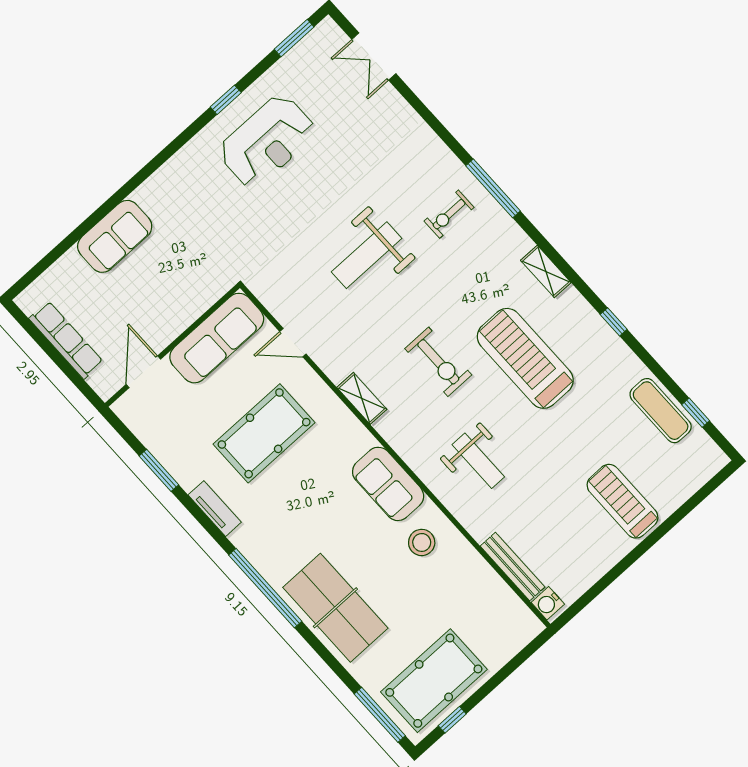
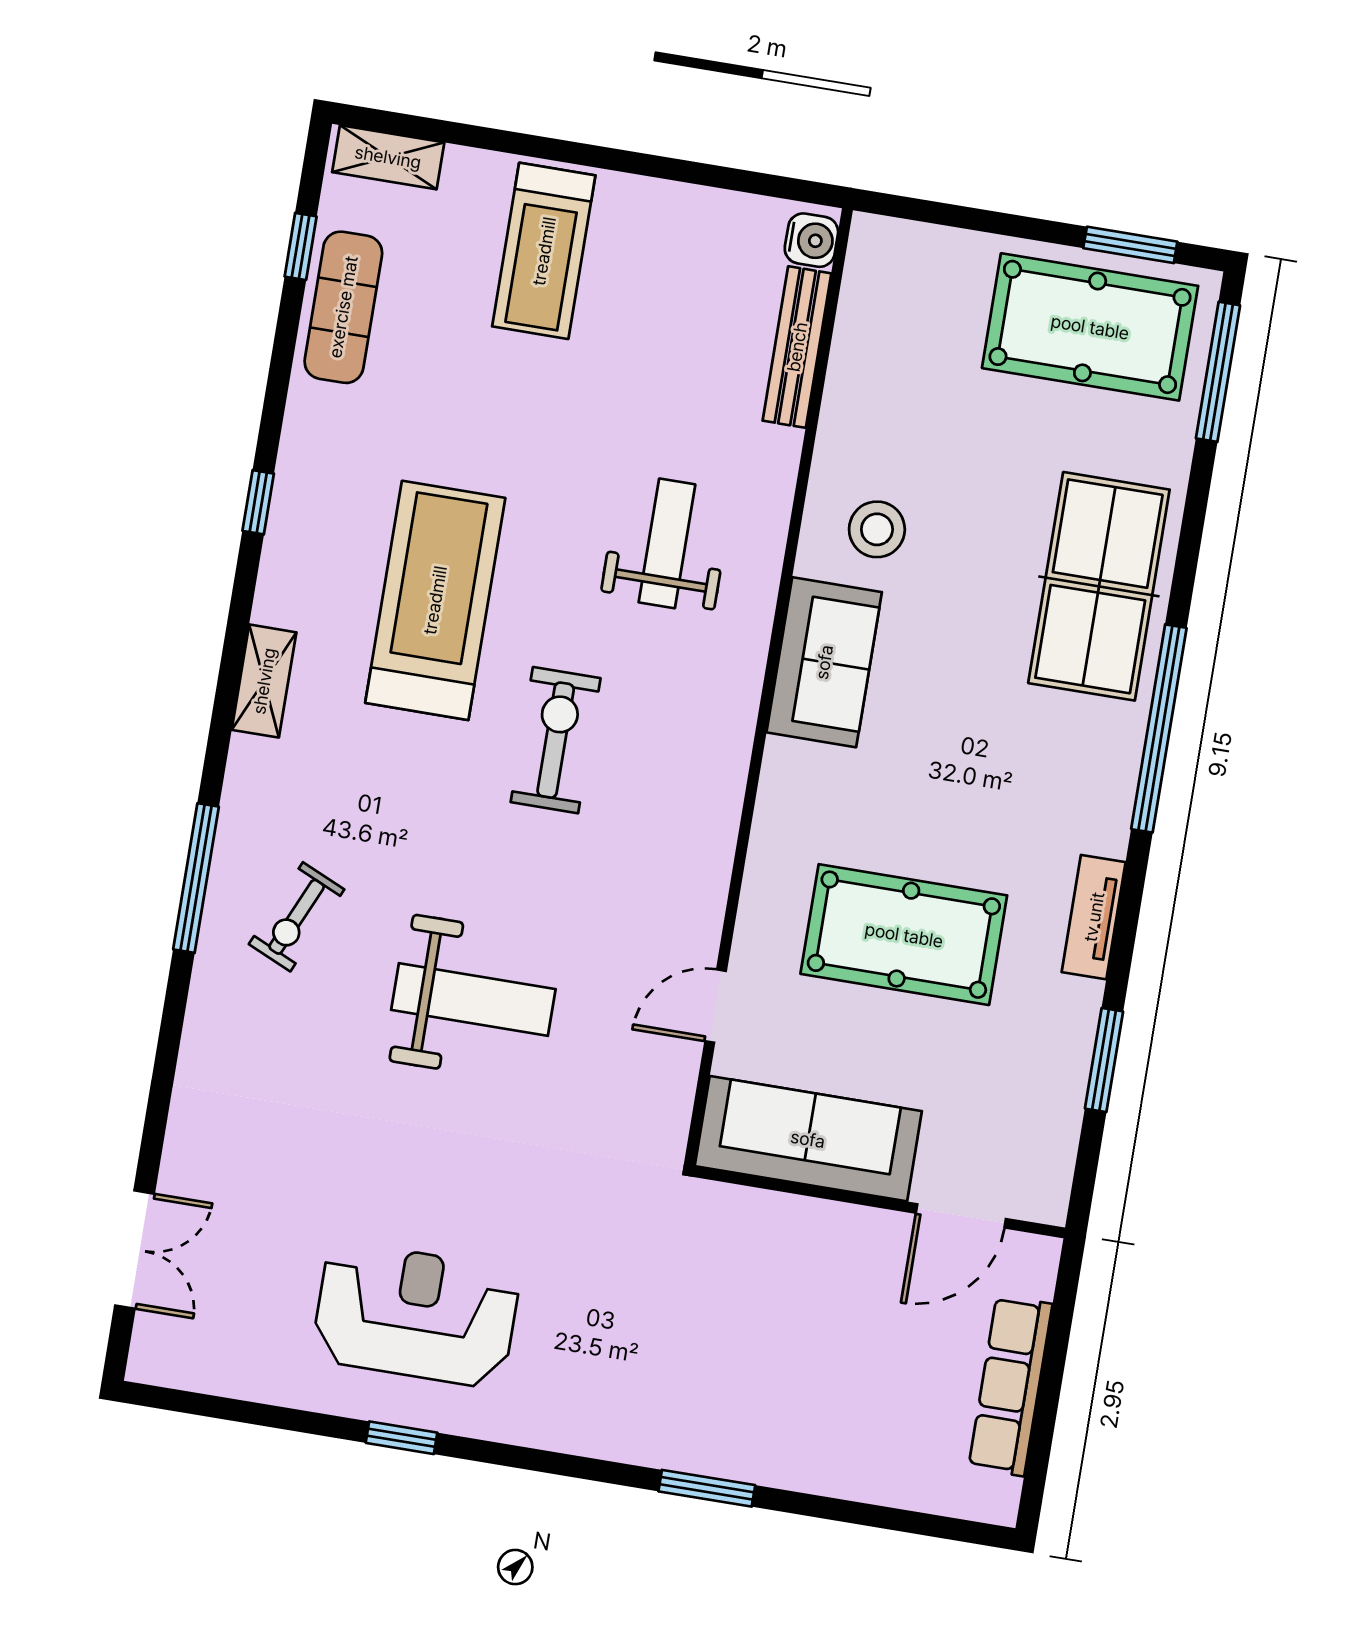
window: (294, 38) -> (707, 1488), moved
exercise bike: (449, 214) -> (297, 917), turned 114
sofa: (115, 236) -> (774, 1442), removed
door: (293, 343) -> (716, 1006), swing flipped
treadmill: (525, 358) -> (435, 600), turned 180
shelving: (362, 398) -> (388, 157), moved, turned 90
window: (452, 720) -> (1130, 245), width x1.50

